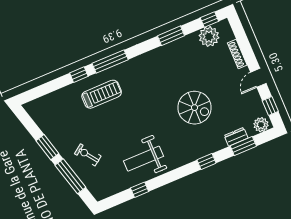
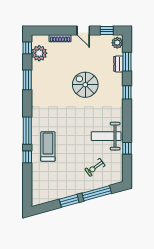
spiral stairs: (194, 108) -> (85, 85), turned -90
exercise bike: (88, 155) -> (95, 167), moved
weight bench: (143, 159) -> (106, 136), turned 90

